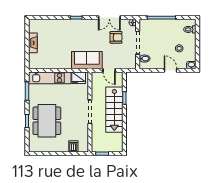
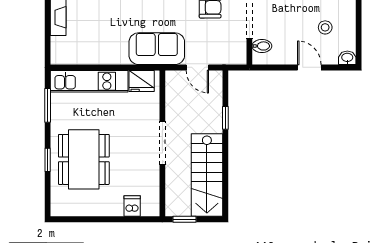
stairs: (114, 110) -> (207, 175), moved

